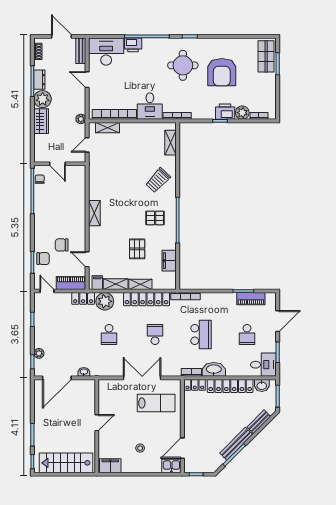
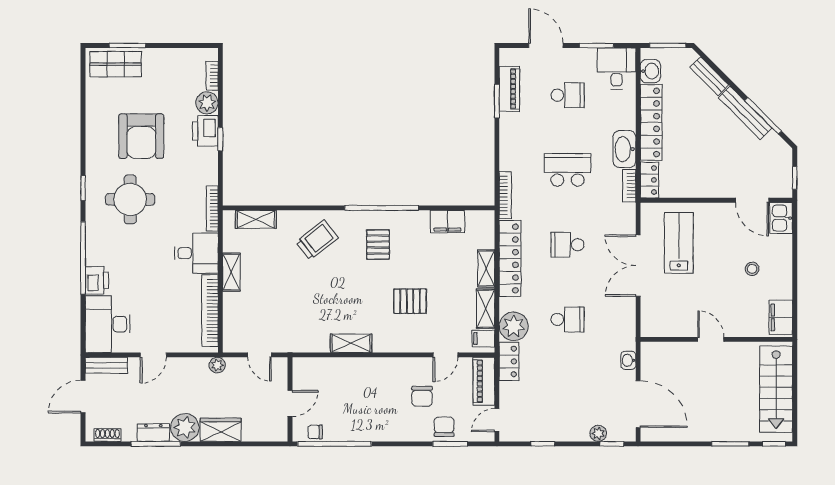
armchair: (222, 72) -> (141, 136), turned 90
shelving: (108, 128) -> (231, 272), moved
trolley: (158, 180) -> (317, 240), turned -81
shelving: (94, 213) -> (351, 343), moved
pallet: (137, 249) -> (410, 301), moved

